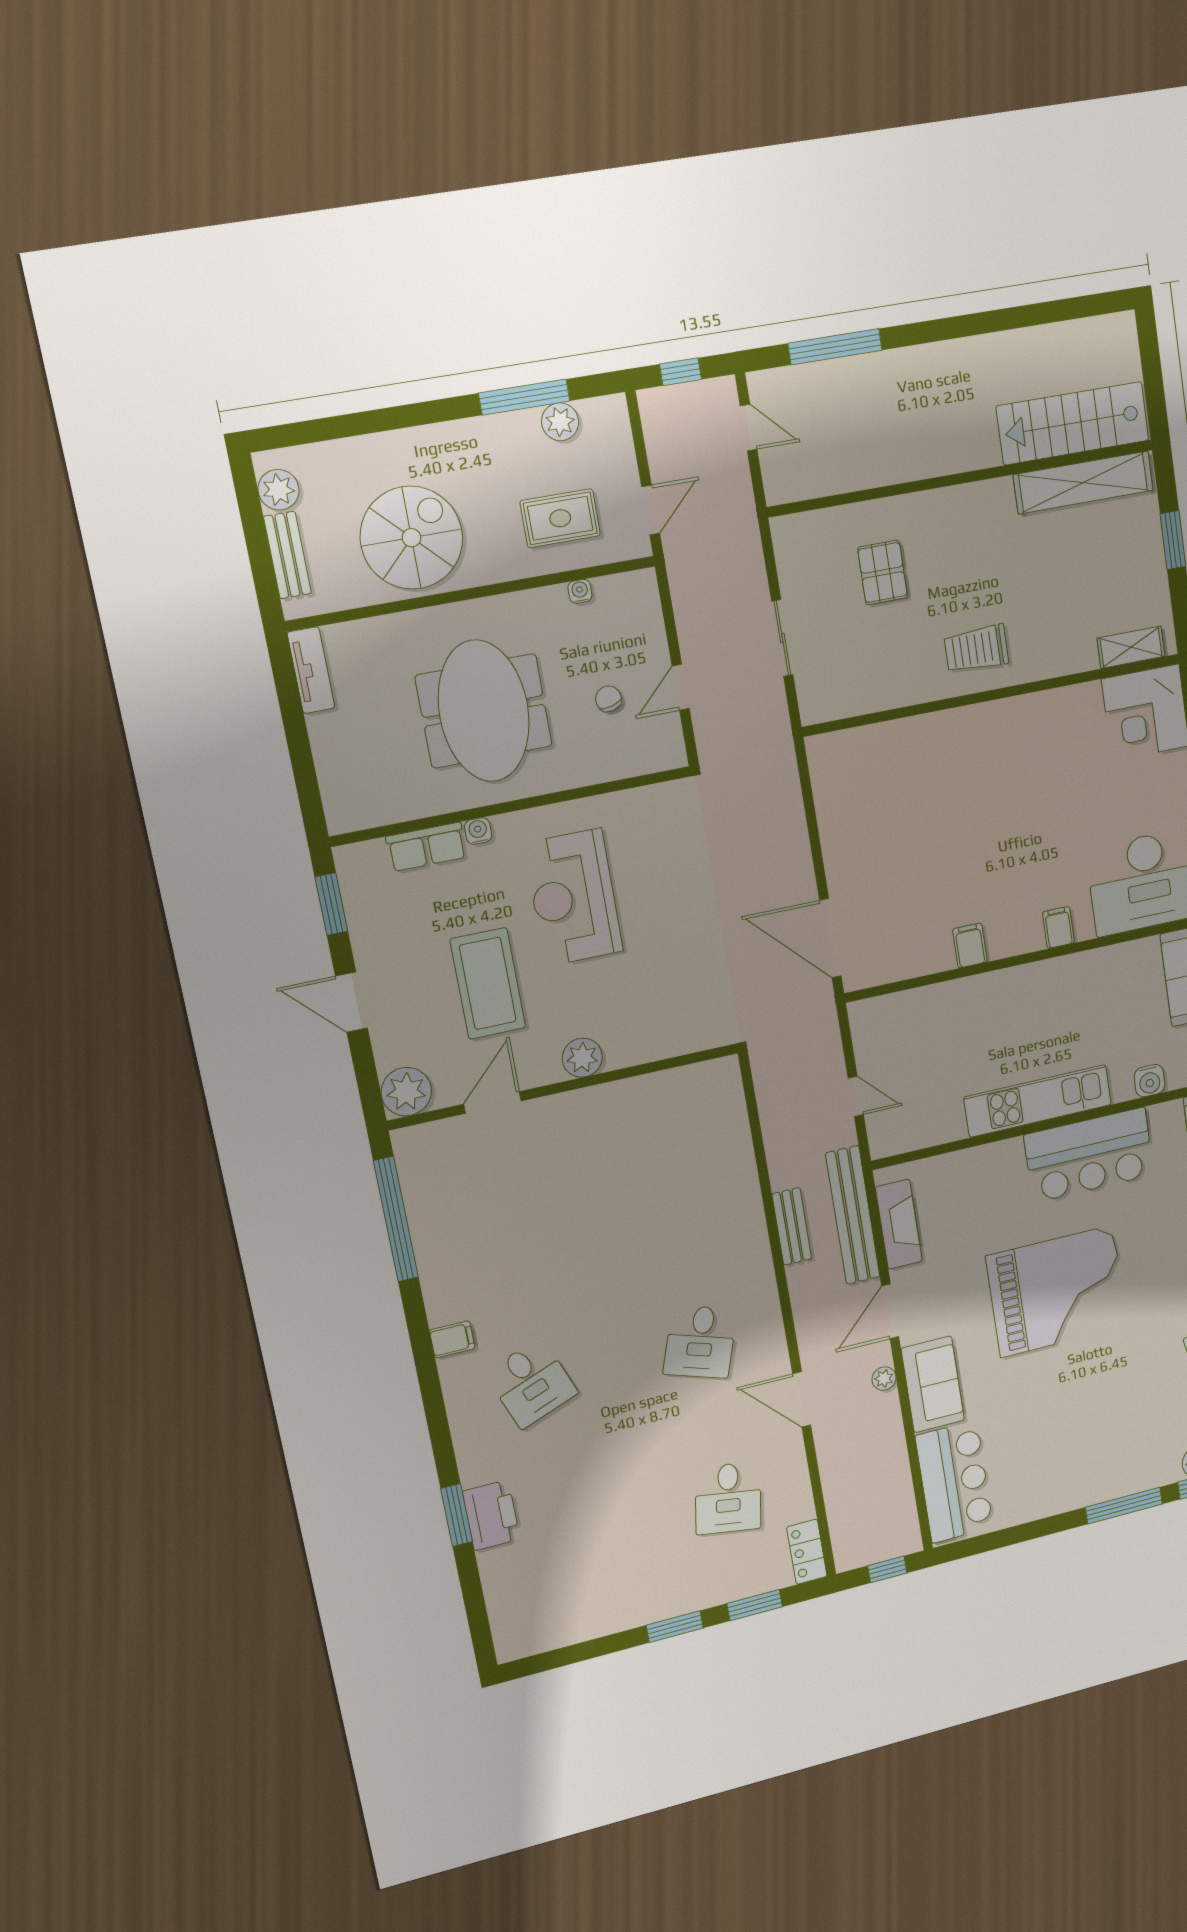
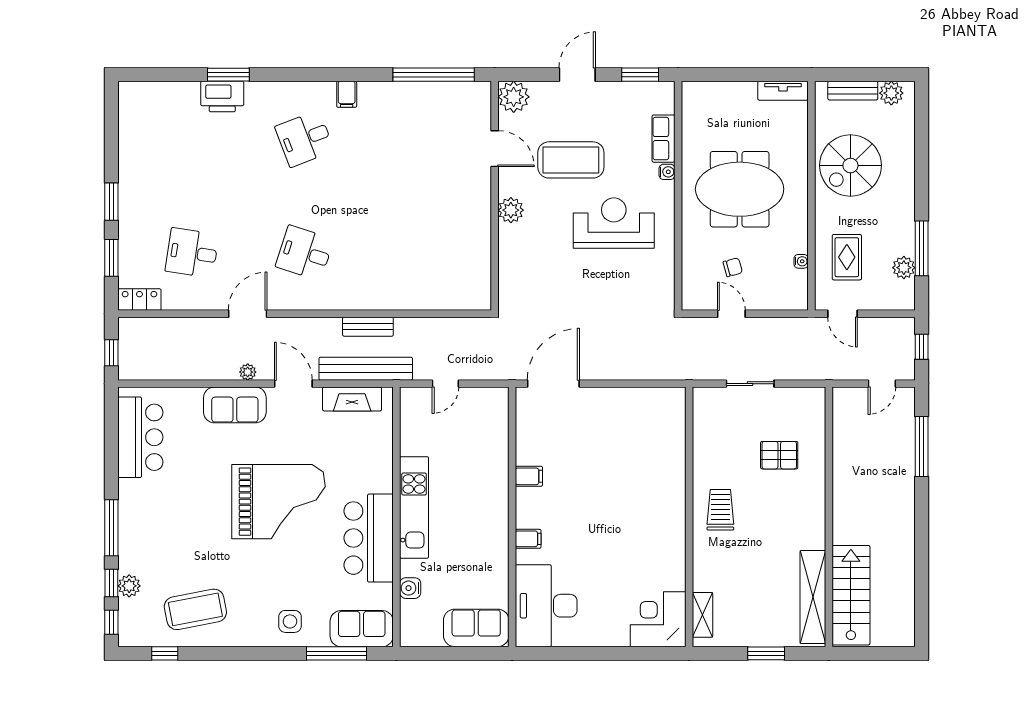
spiral stairs: (412, 538) -> (850, 165), turned 90
grand piano: (1057, 1291) -> (278, 502), turned -90
bar counter: (954, 1482) -> (140, 437), moved, turned -90

